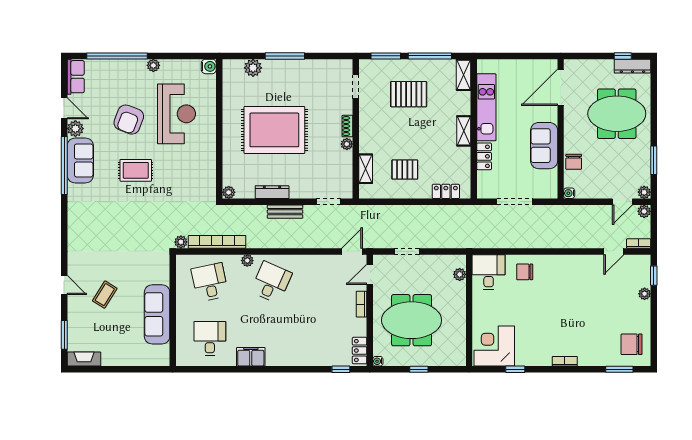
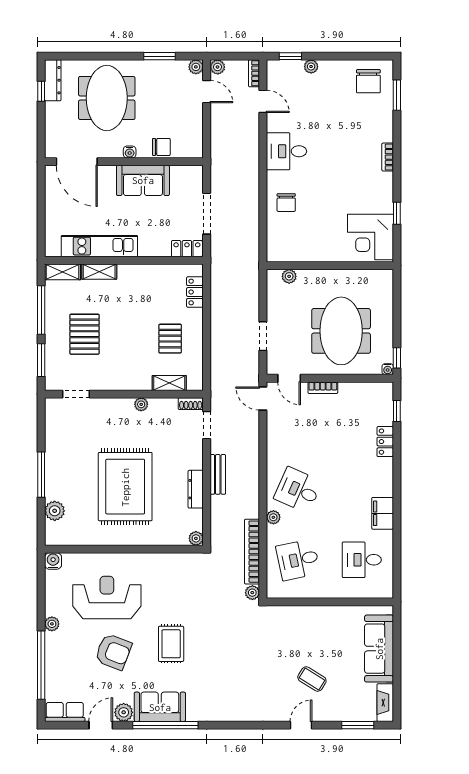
shoe rack: (347, 126) -> (191, 404), moved
shelving: (464, 131) -> (99, 272), moved
locker: (484, 156) -> (187, 249), moved
water cooler: (569, 193) -> (130, 152), moved
desk: (489, 272) -> (287, 151), moved
sofa: (157, 314) -> (379, 649), moved, turned 90
locker: (360, 351) -> (385, 442), moved, turned 90
window: (419, 369) -> (397, 358), moved

